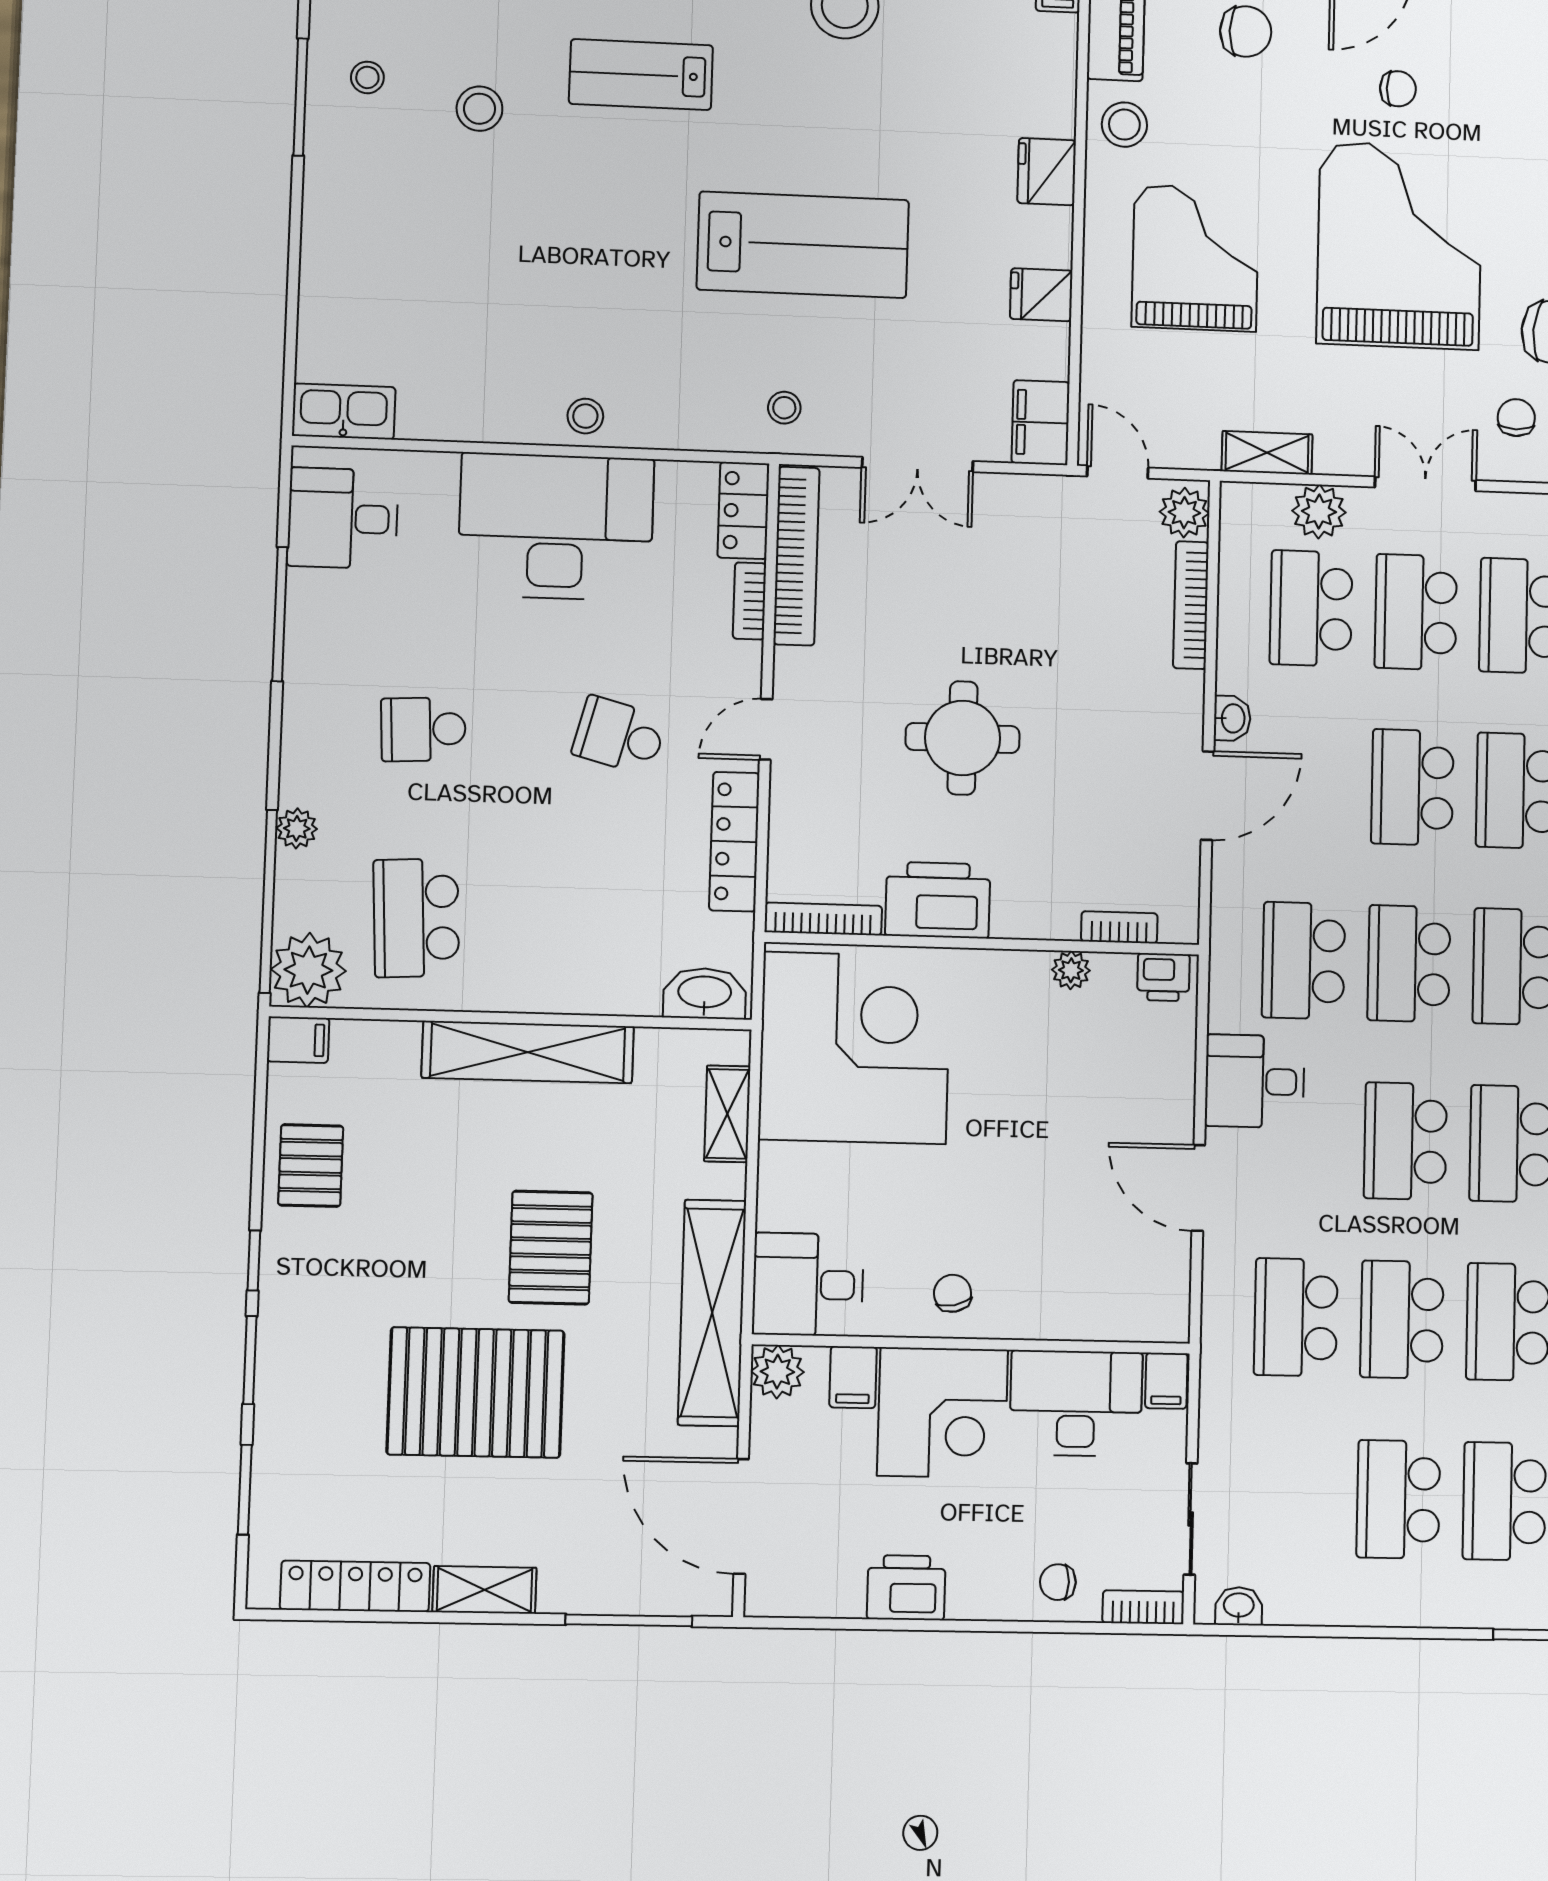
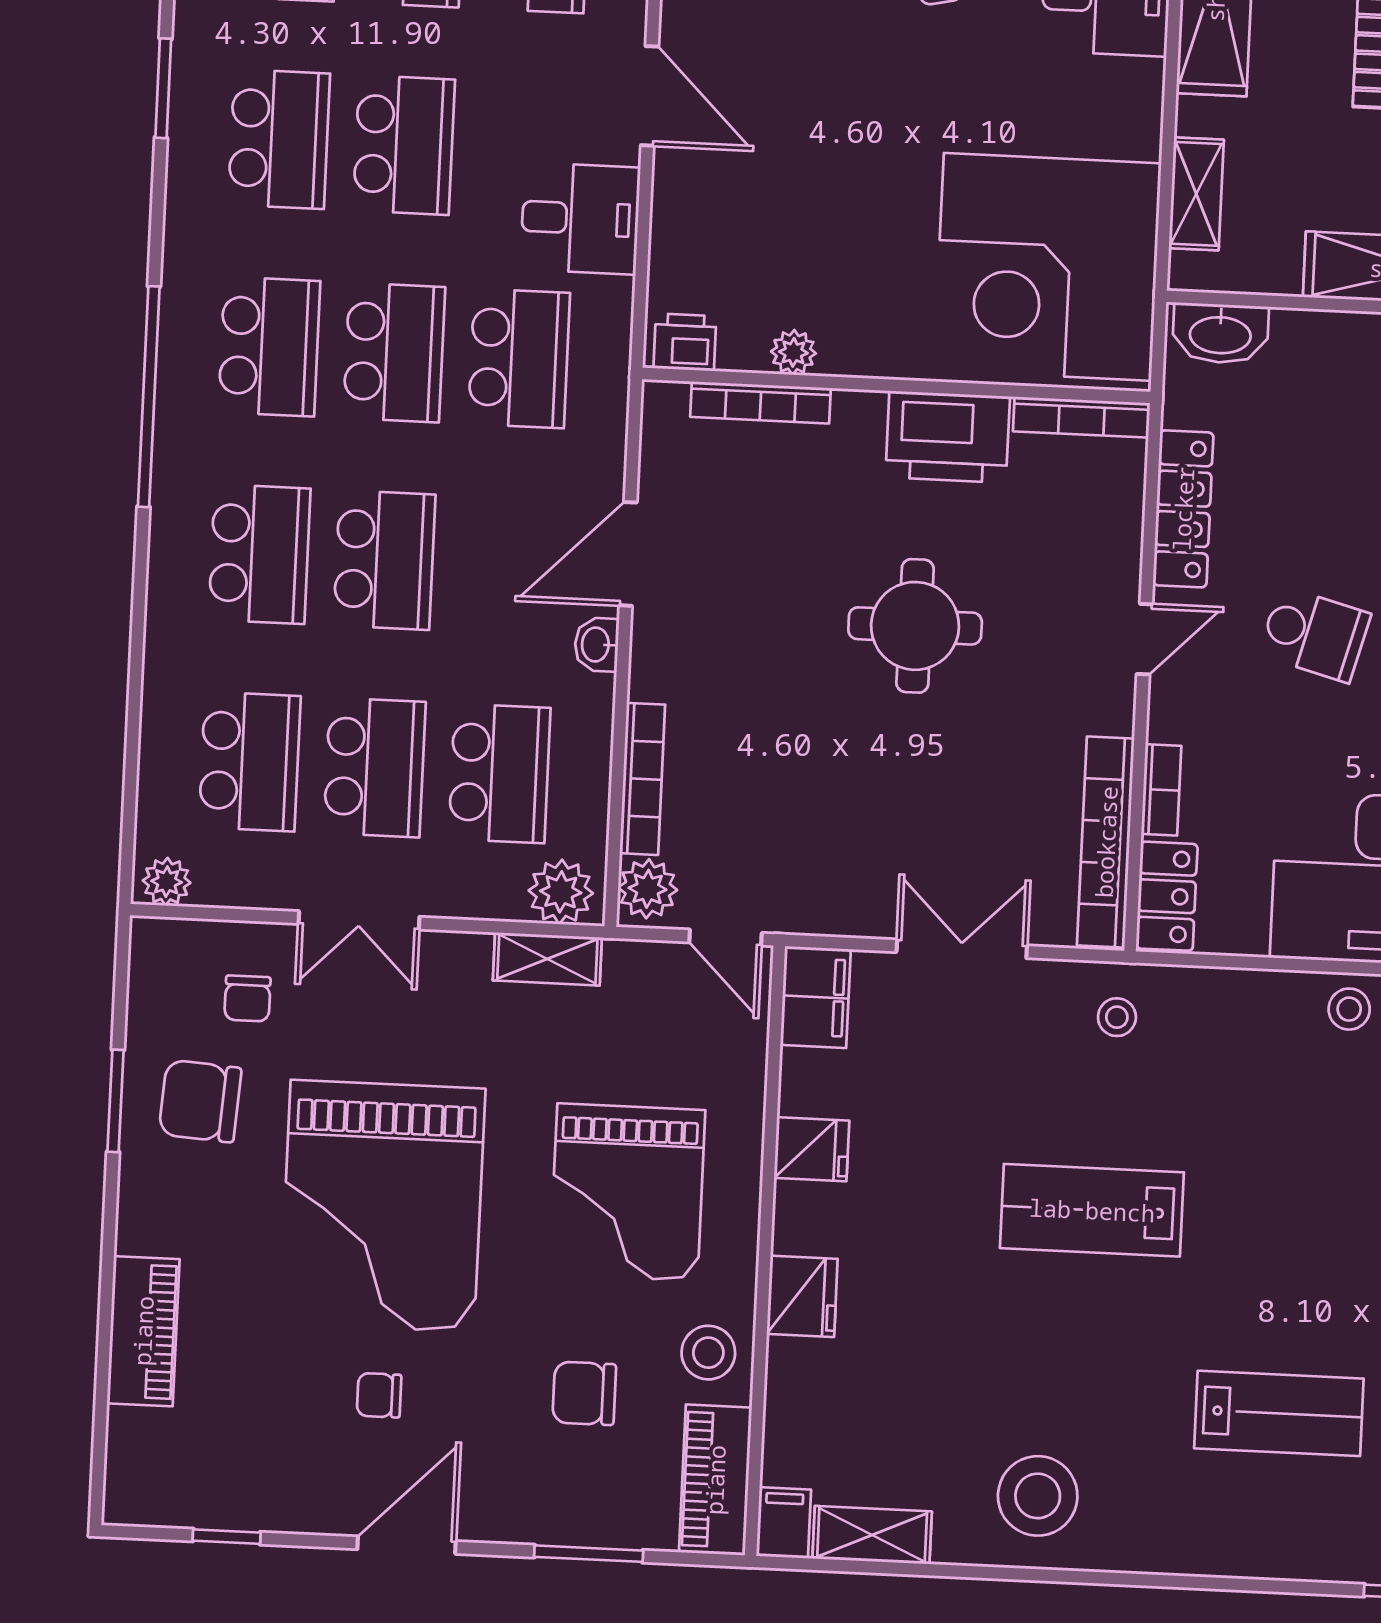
chair: (1246, 31) -> (584, 1393), moved
lab bench: (803, 245) -> (1092, 1210), width x0.73, depth x0.72
plant: (1319, 512) -> (561, 892), moved
bookcase: (1119, 927) -> (761, 402), width x1.56

